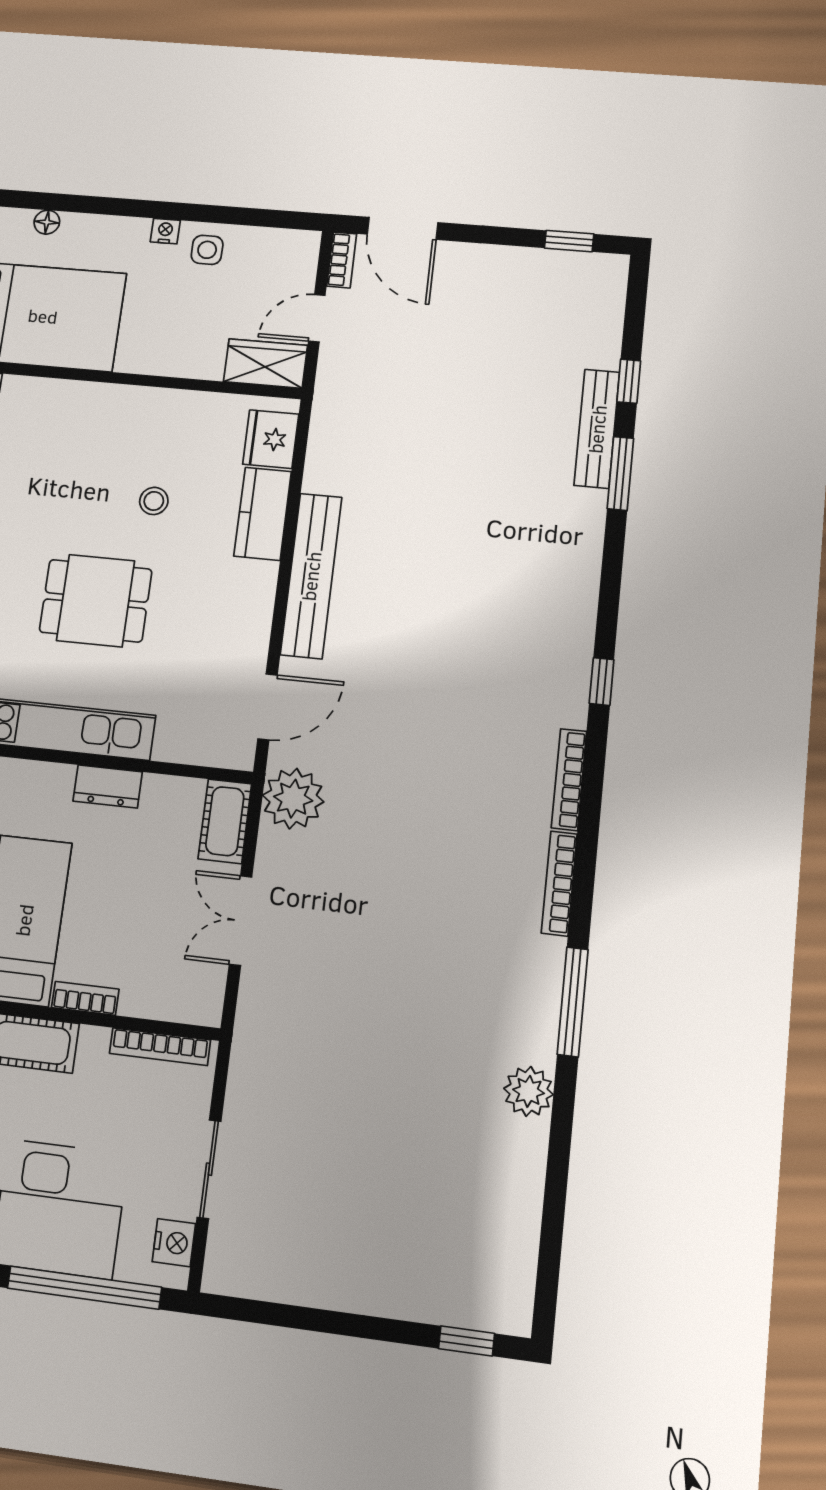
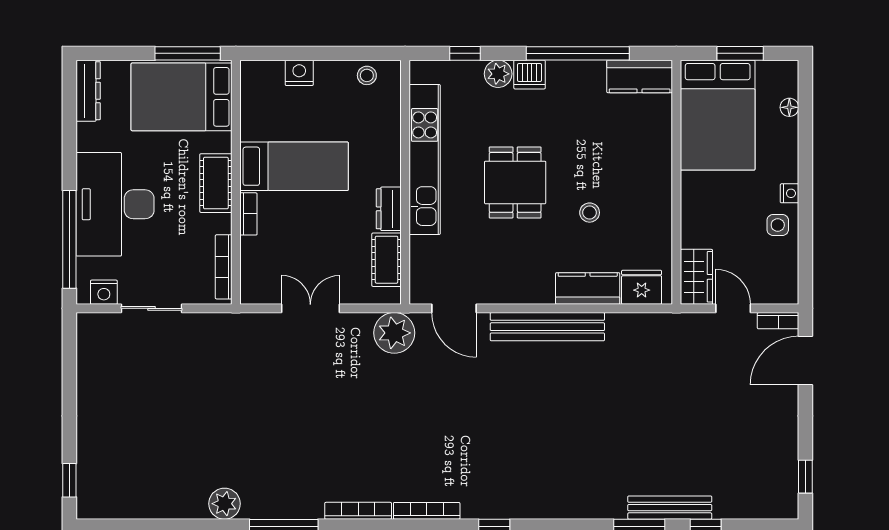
cot: (225, 821) -> (387, 260), moved, turned 90

